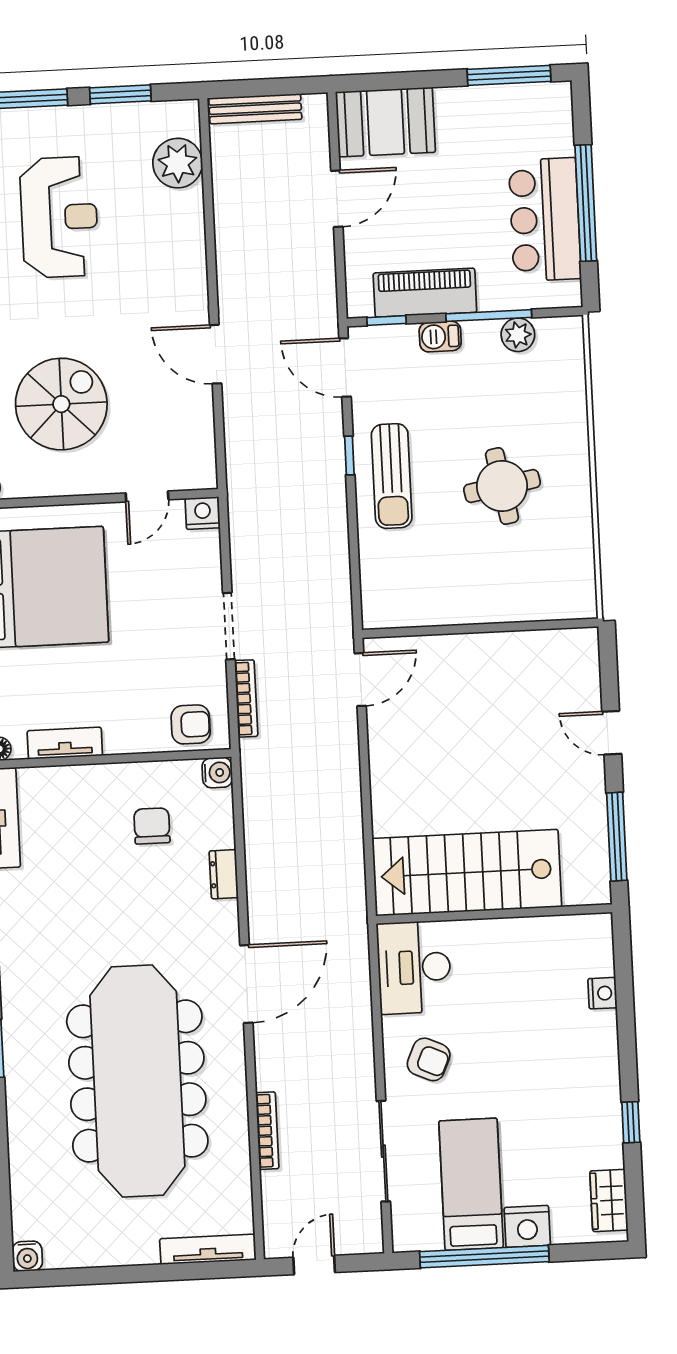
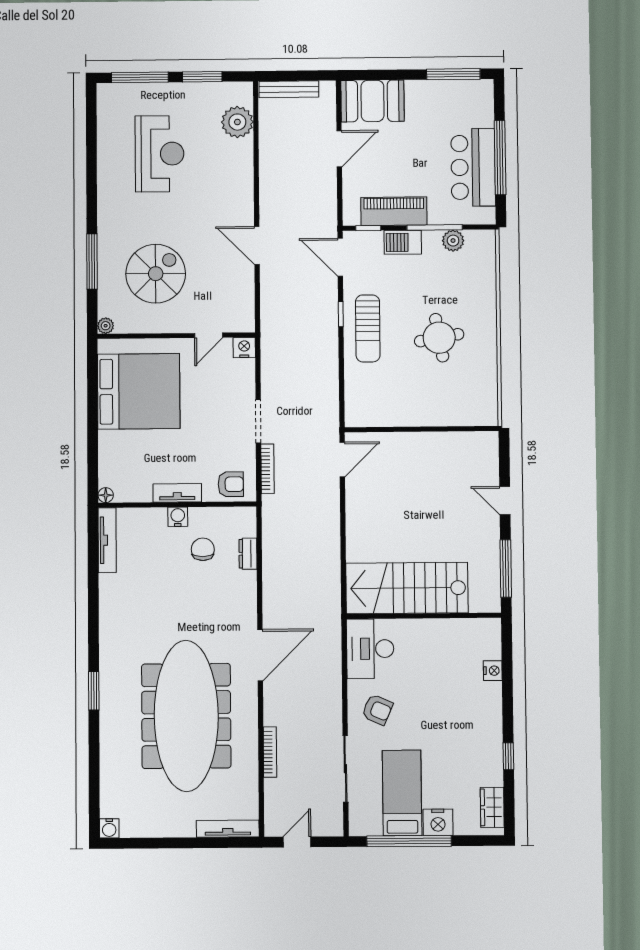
barbecue: (440, 337) -> (403, 242), width x1.38, depth x1.27
tv unit: (65, 743) -> (177, 493), moved
water cooler: (217, 773) -> (178, 517), moved, turned -90
dresser: (224, 874) -> (248, 554), moved

